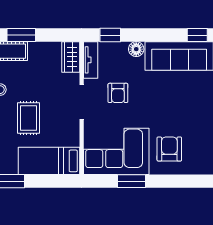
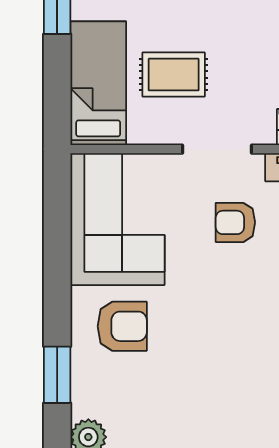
rug: (28, 118) -> (174, 75), moved
window: (131, 181) -> (57, 375), moved

